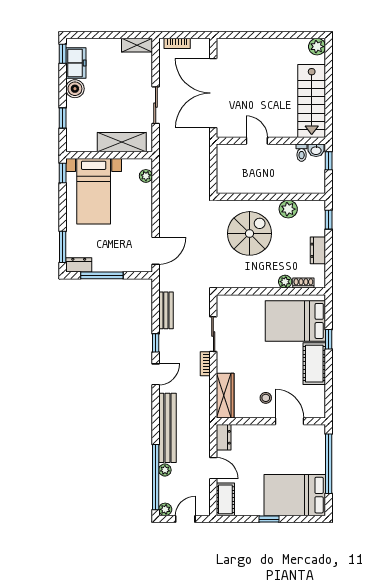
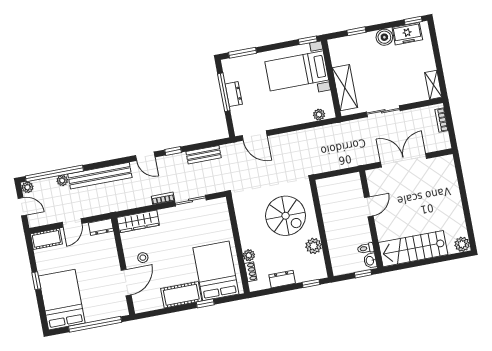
double door: (213, 93) -> (404, 160), width x0.73
dresser: (79, 265) -> (234, 94), moved

